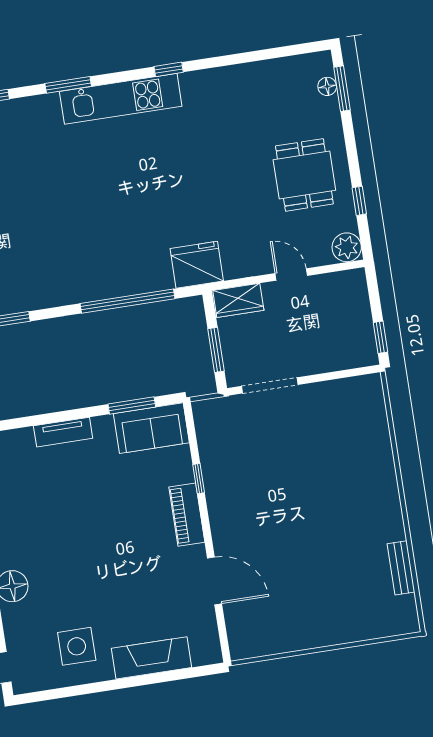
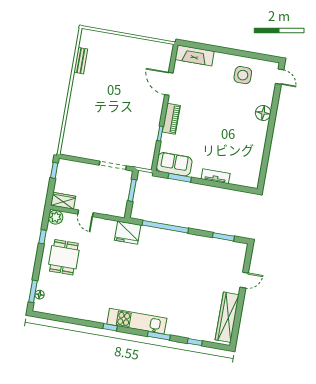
wardrobe: (238, 300) -> (63, 201), moved
fireplace: (152, 658) -> (195, 55), moved

